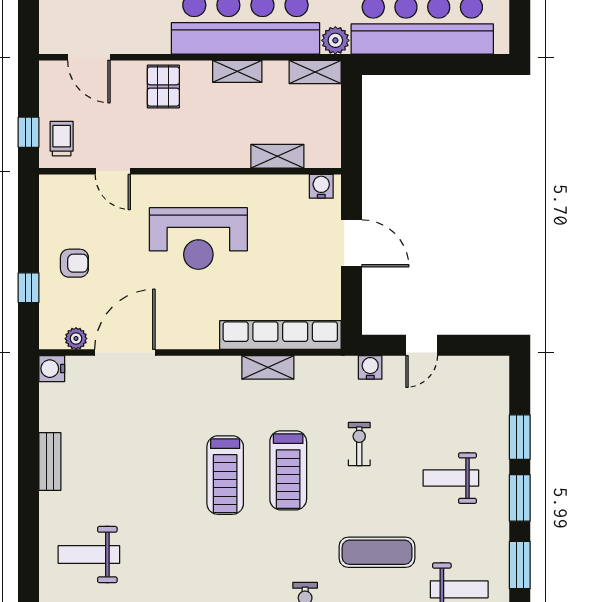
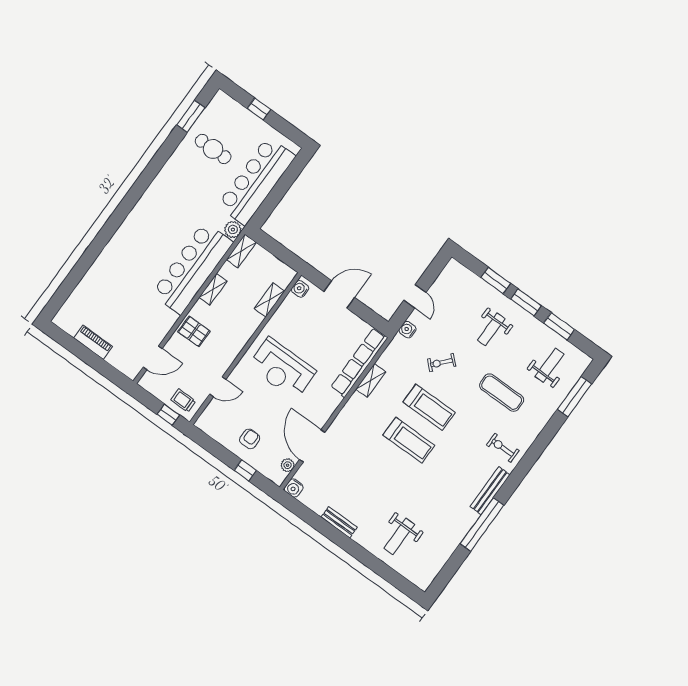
reception desk: (198, 239) -> (282, 369), turned 90
exercise bike: (359, 444) -> (442, 363), turned -48
exercise mat: (377, 552) -> (502, 393), turned 90

